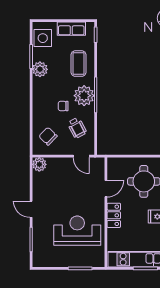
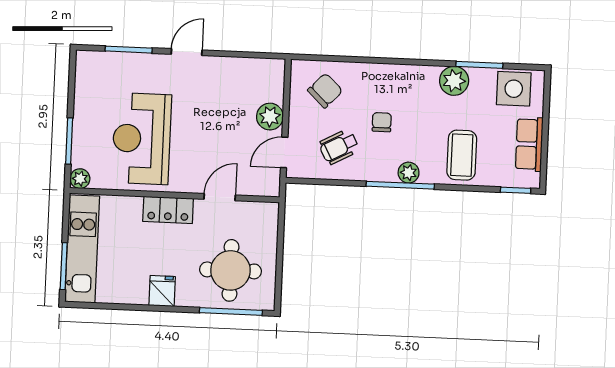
coffee table: (79, 64) -> (462, 155), turned 90
plant: (84, 96) -> (409, 173), width x0.53, depth x0.53
plant: (39, 164) -> (270, 117), moved
door: (106, 189) -> (220, 197), swing flipped
reception desk: (77, 231) -> (142, 139), turned 180
plant: (99, 262) -> (80, 179), added

